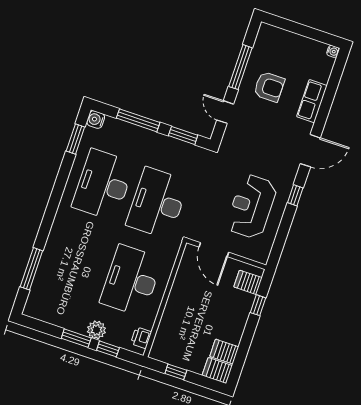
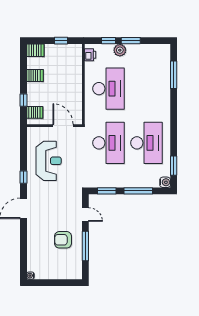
row of seats: (312, 101) -> (33, 240), removed
server rack: (224, 352) -> (35, 75), moved

